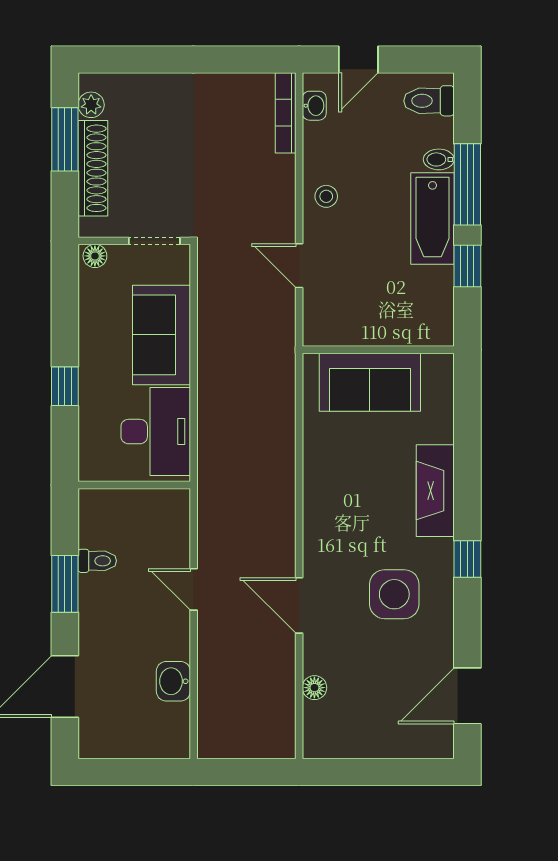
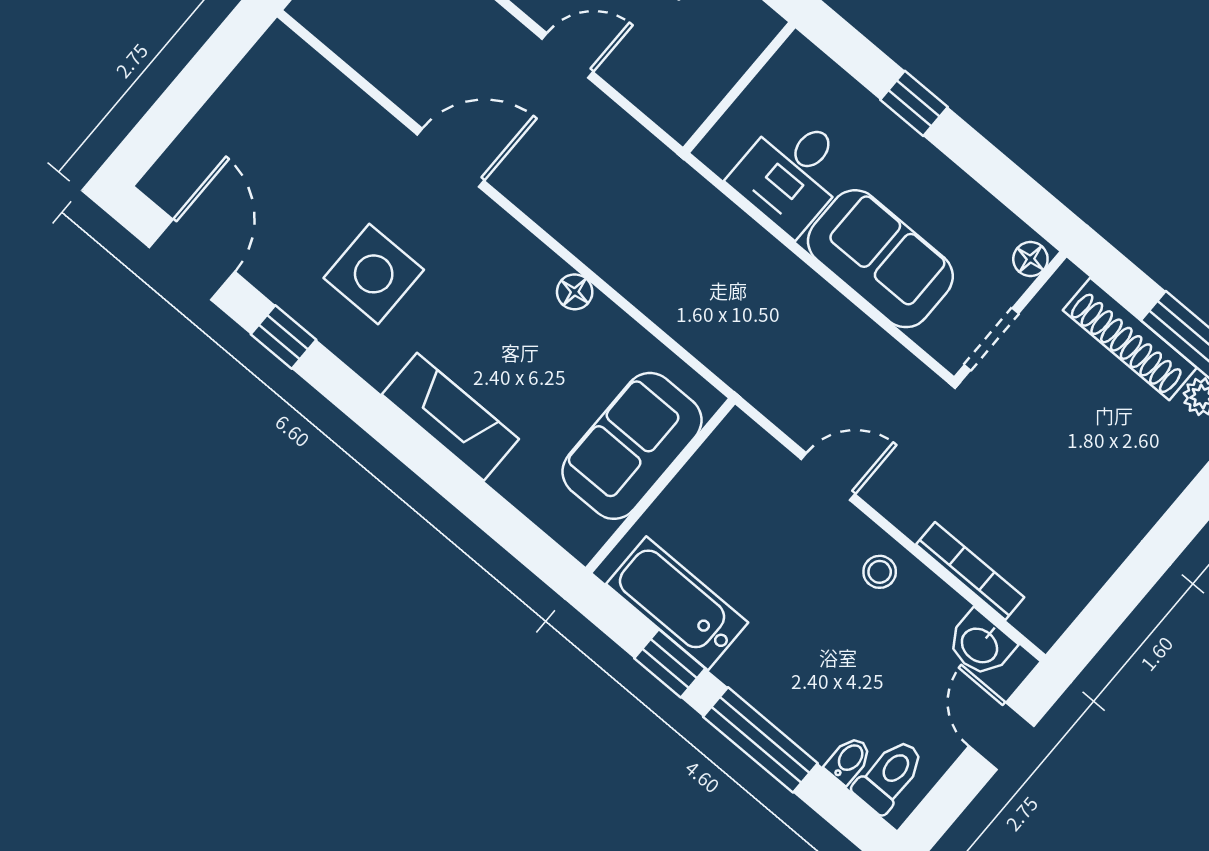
washbasin: (314, 106) -> (980, 644), width x1.38, depth x1.45
bookcase: (286, 113) -> (970, 571), moved
bidet: (439, 159) -> (849, 760), moved
bathtub: (433, 218) -> (677, 603), moved
desk: (156, 432) -> (792, 173), width x0.73
window: (467, 559) -> (284, 337), moved
floor lamp: (314, 688) -> (575, 292), moved

